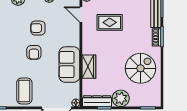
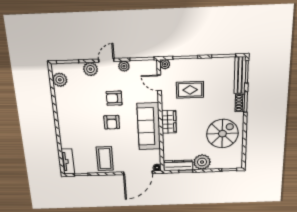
sofa: (69, 65) -> (149, 126), width x1.36
wardrobe: (89, 67) -> (169, 122), moved

